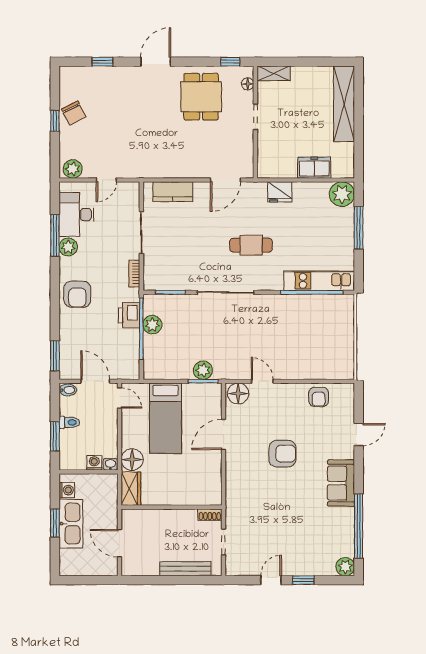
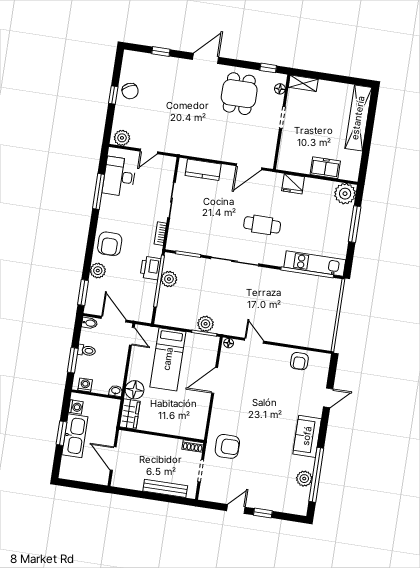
plant: (68, 247) -> (98, 271), moved
floor lamp: (238, 393) -> (229, 343), width x0.53, depth x0.53
armchair: (282, 454) -> (227, 446), moved
washing machine: (94, 463) -> (85, 385), moved
plant: (345, 567) -> (304, 479), moved

